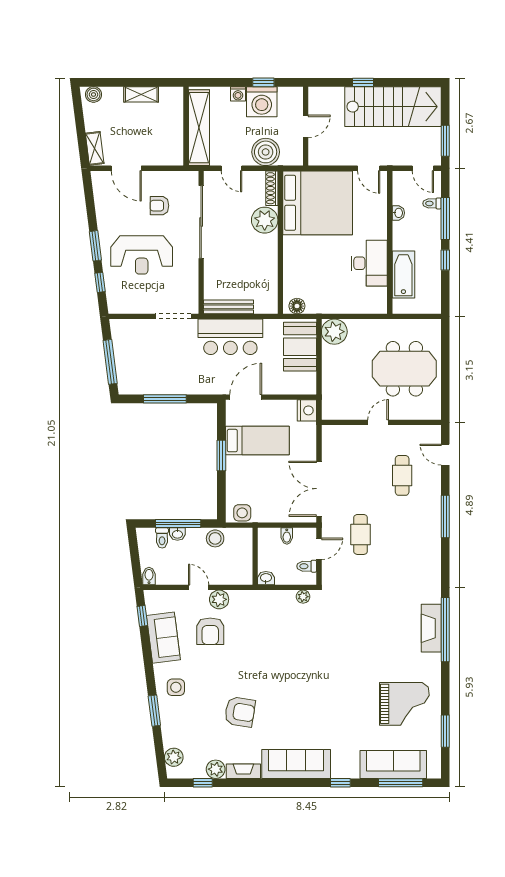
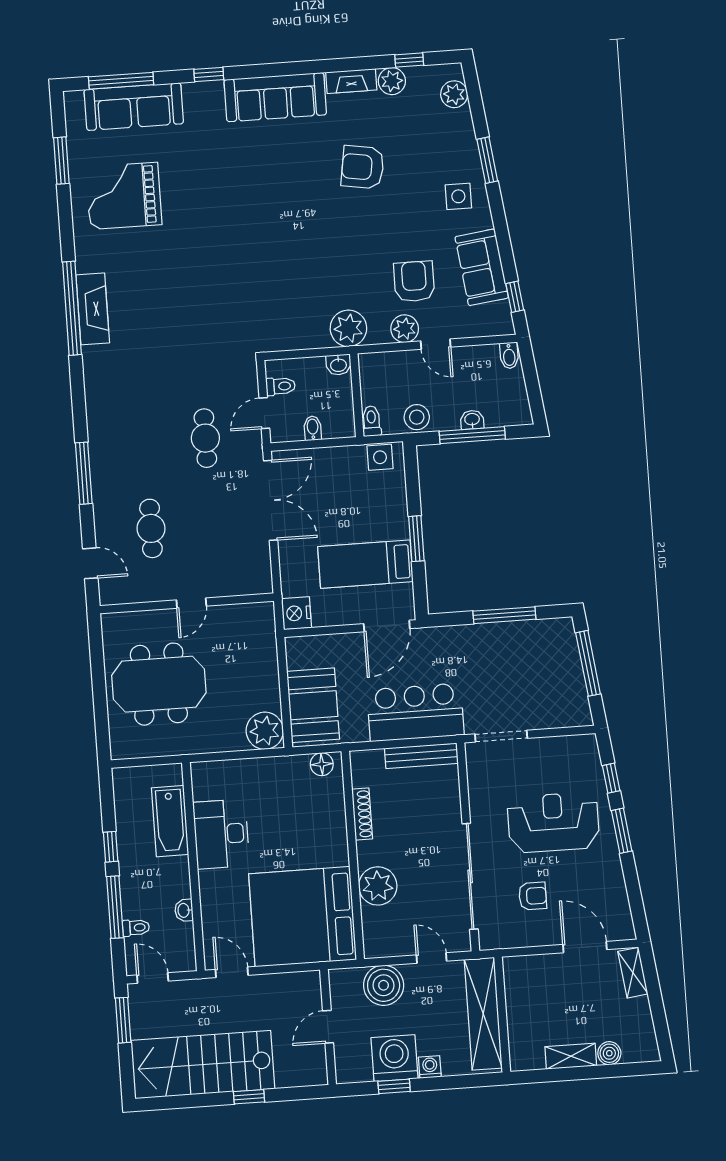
boiler: (93, 94) -> (609, 1053), moved
shoe rack: (272, 188) -> (362, 814), moved
toilet: (162, 538) -> (371, 421), moved
plant: (303, 597) -> (348, 328), moved, width x1.87, depth x1.87

